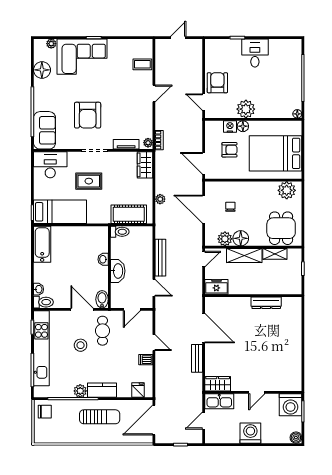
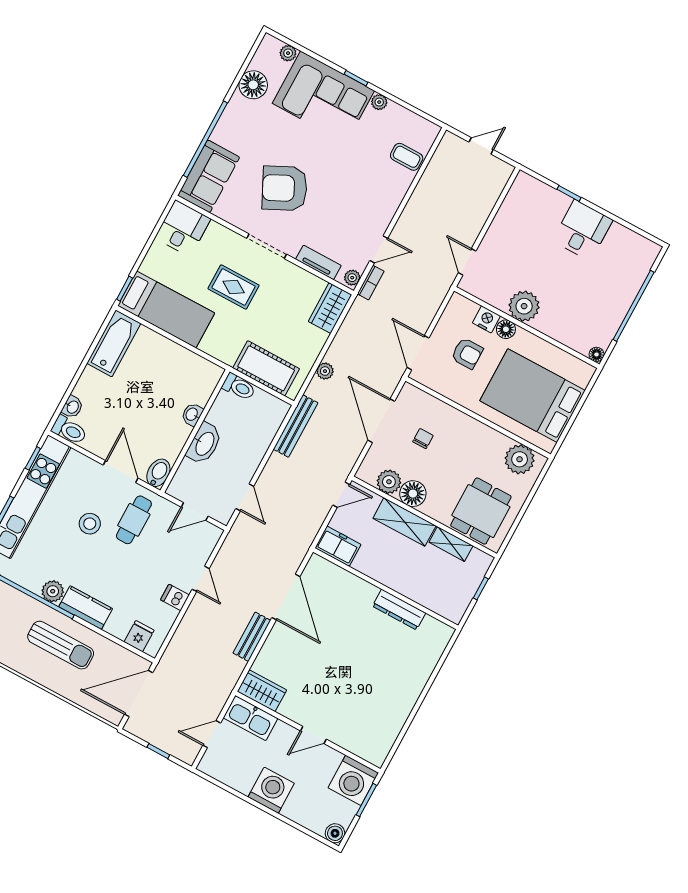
plant: (113, 43) -> (379, 102), added
armchair: (217, 83) -> (503, 244), removed
door: (154, 93) -> (379, 249), moved
armchair: (88, 115) -> (285, 188), turned 64
desk: (50, 165) -> (183, 228), width x0.73
bench: (160, 258) -> (296, 426), moved

